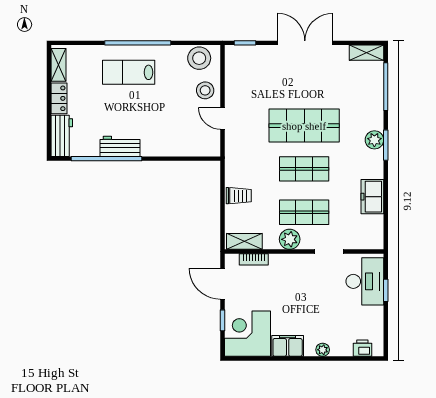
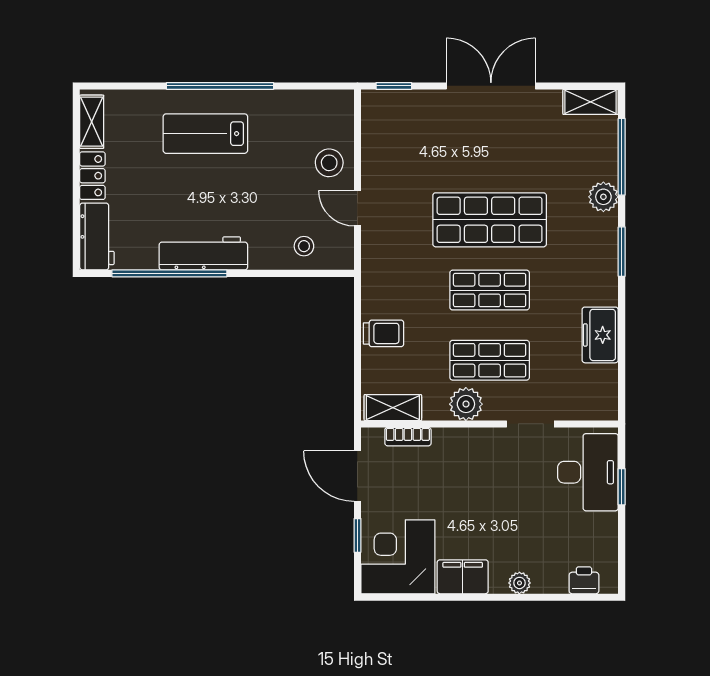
stool: (199, 58) -> (304, 246), moved, width x0.53, depth x0.53
plant: (374, 140) -> (603, 197), moved
workbench: (120, 146) -> (203, 253), width x1.38

